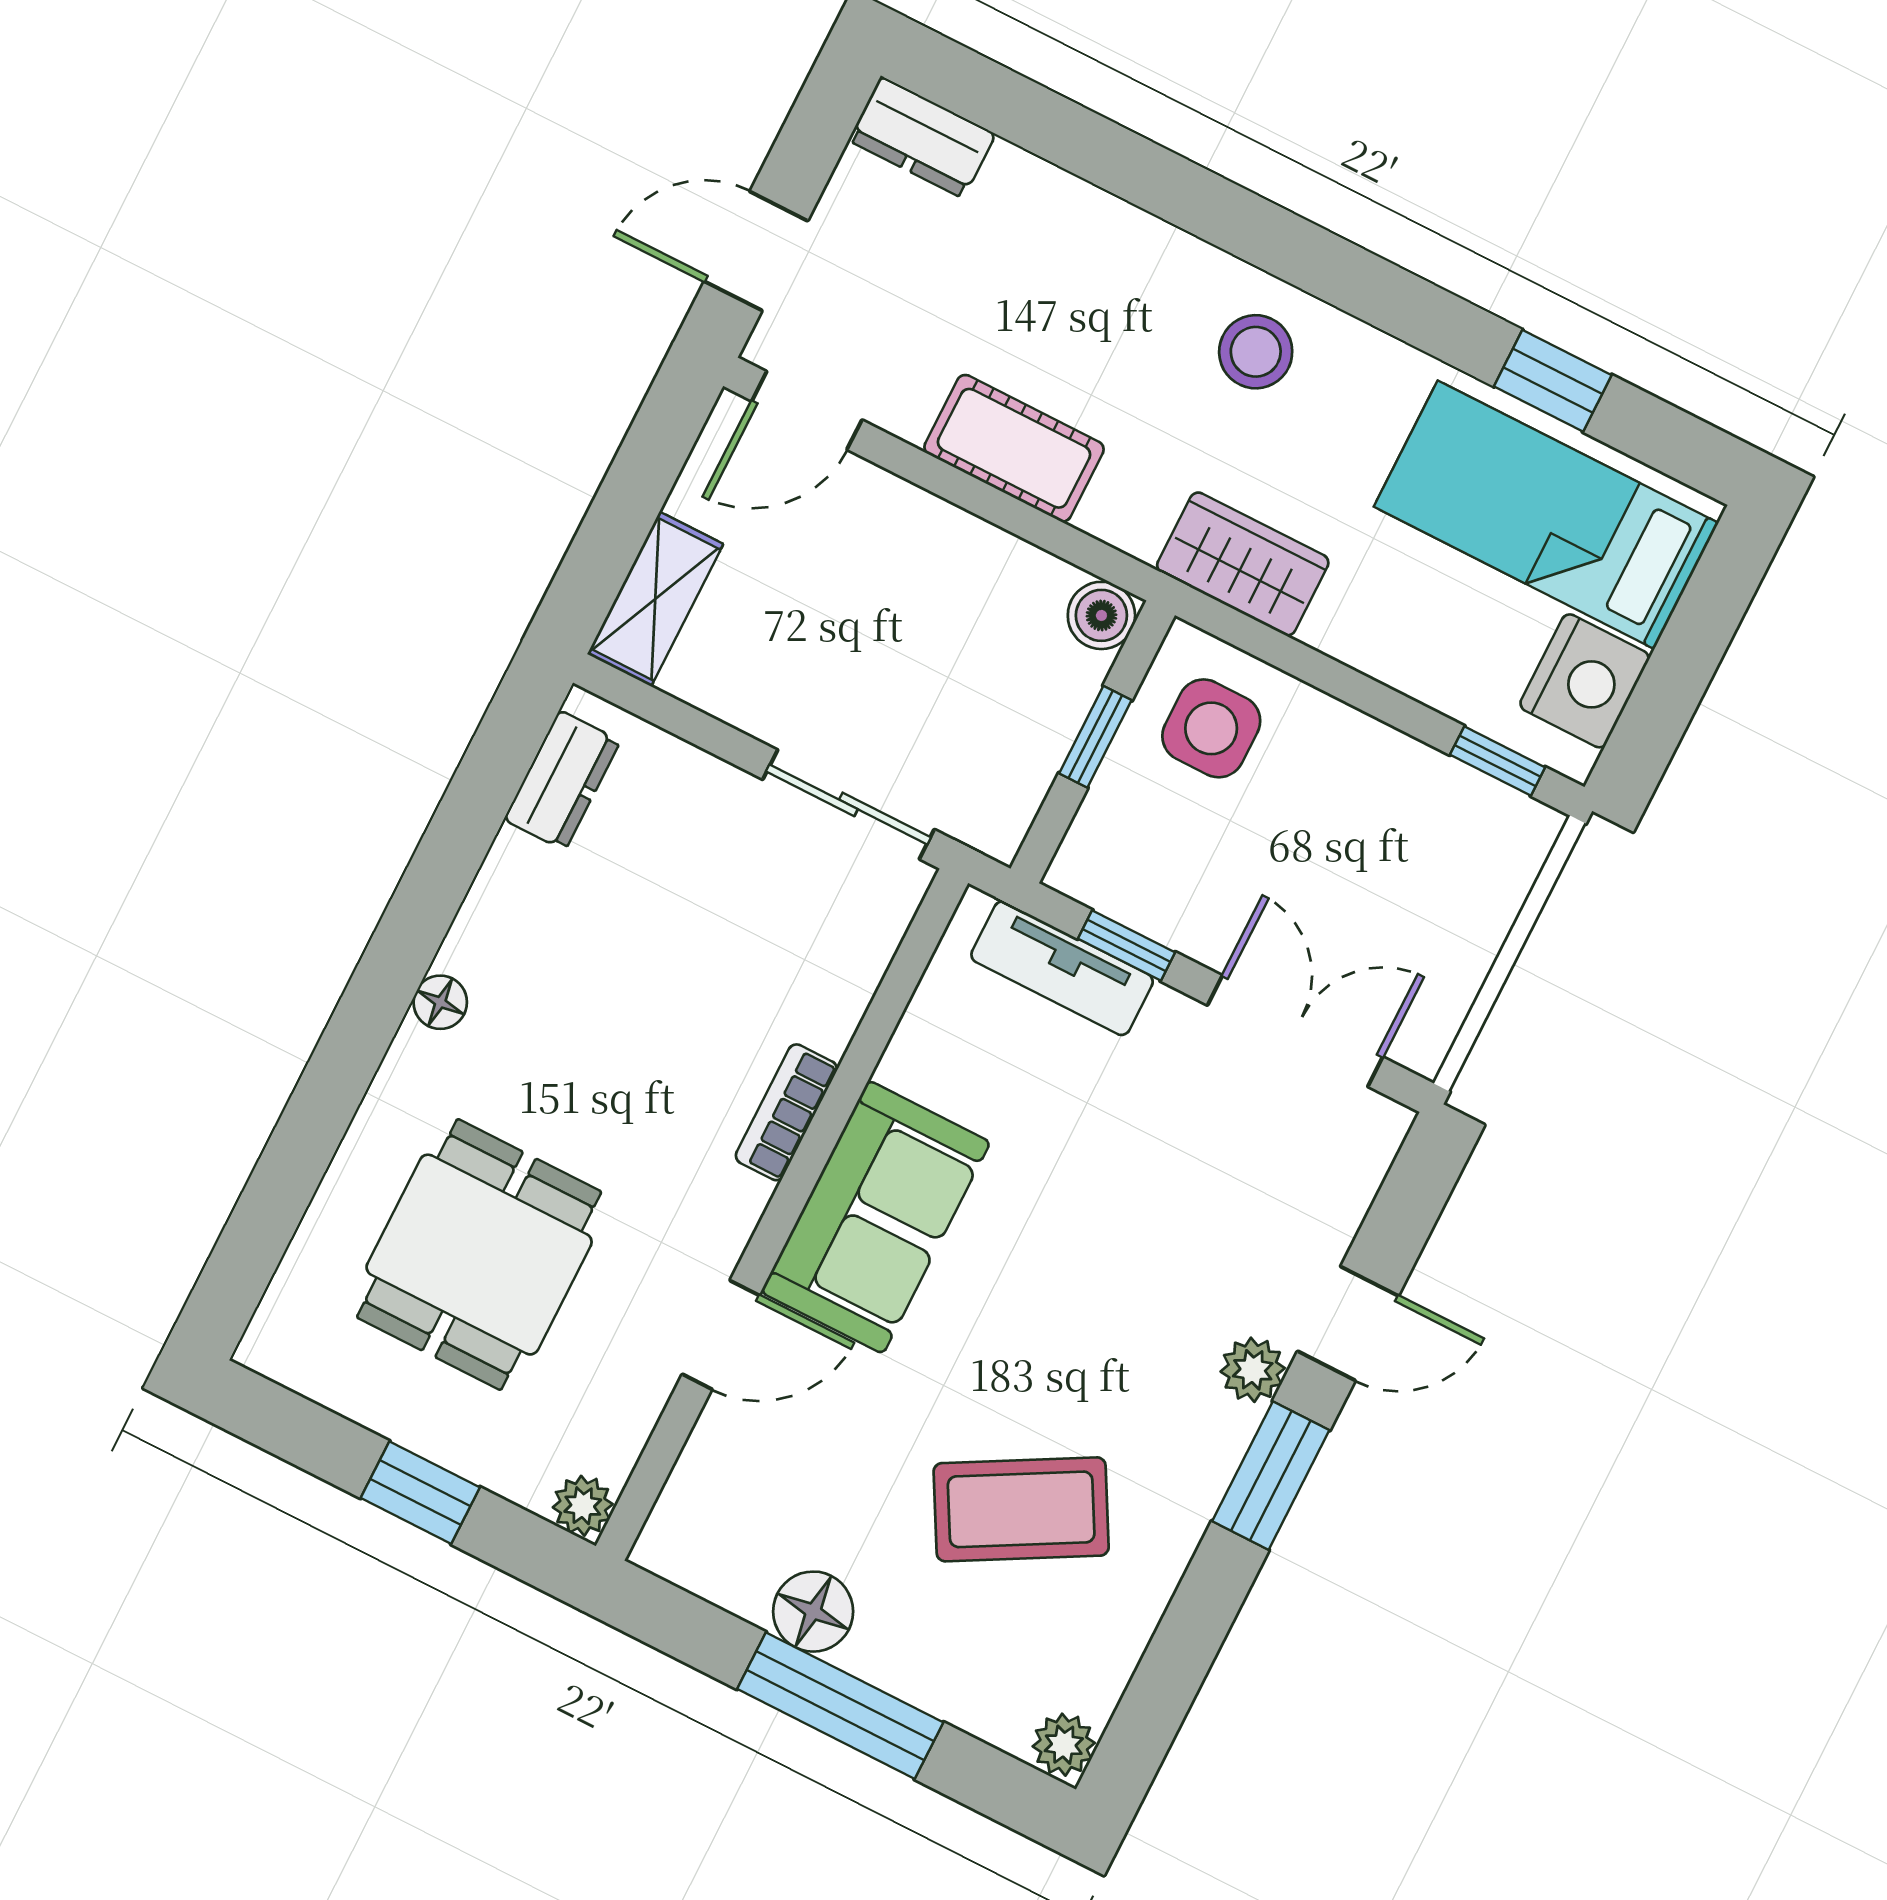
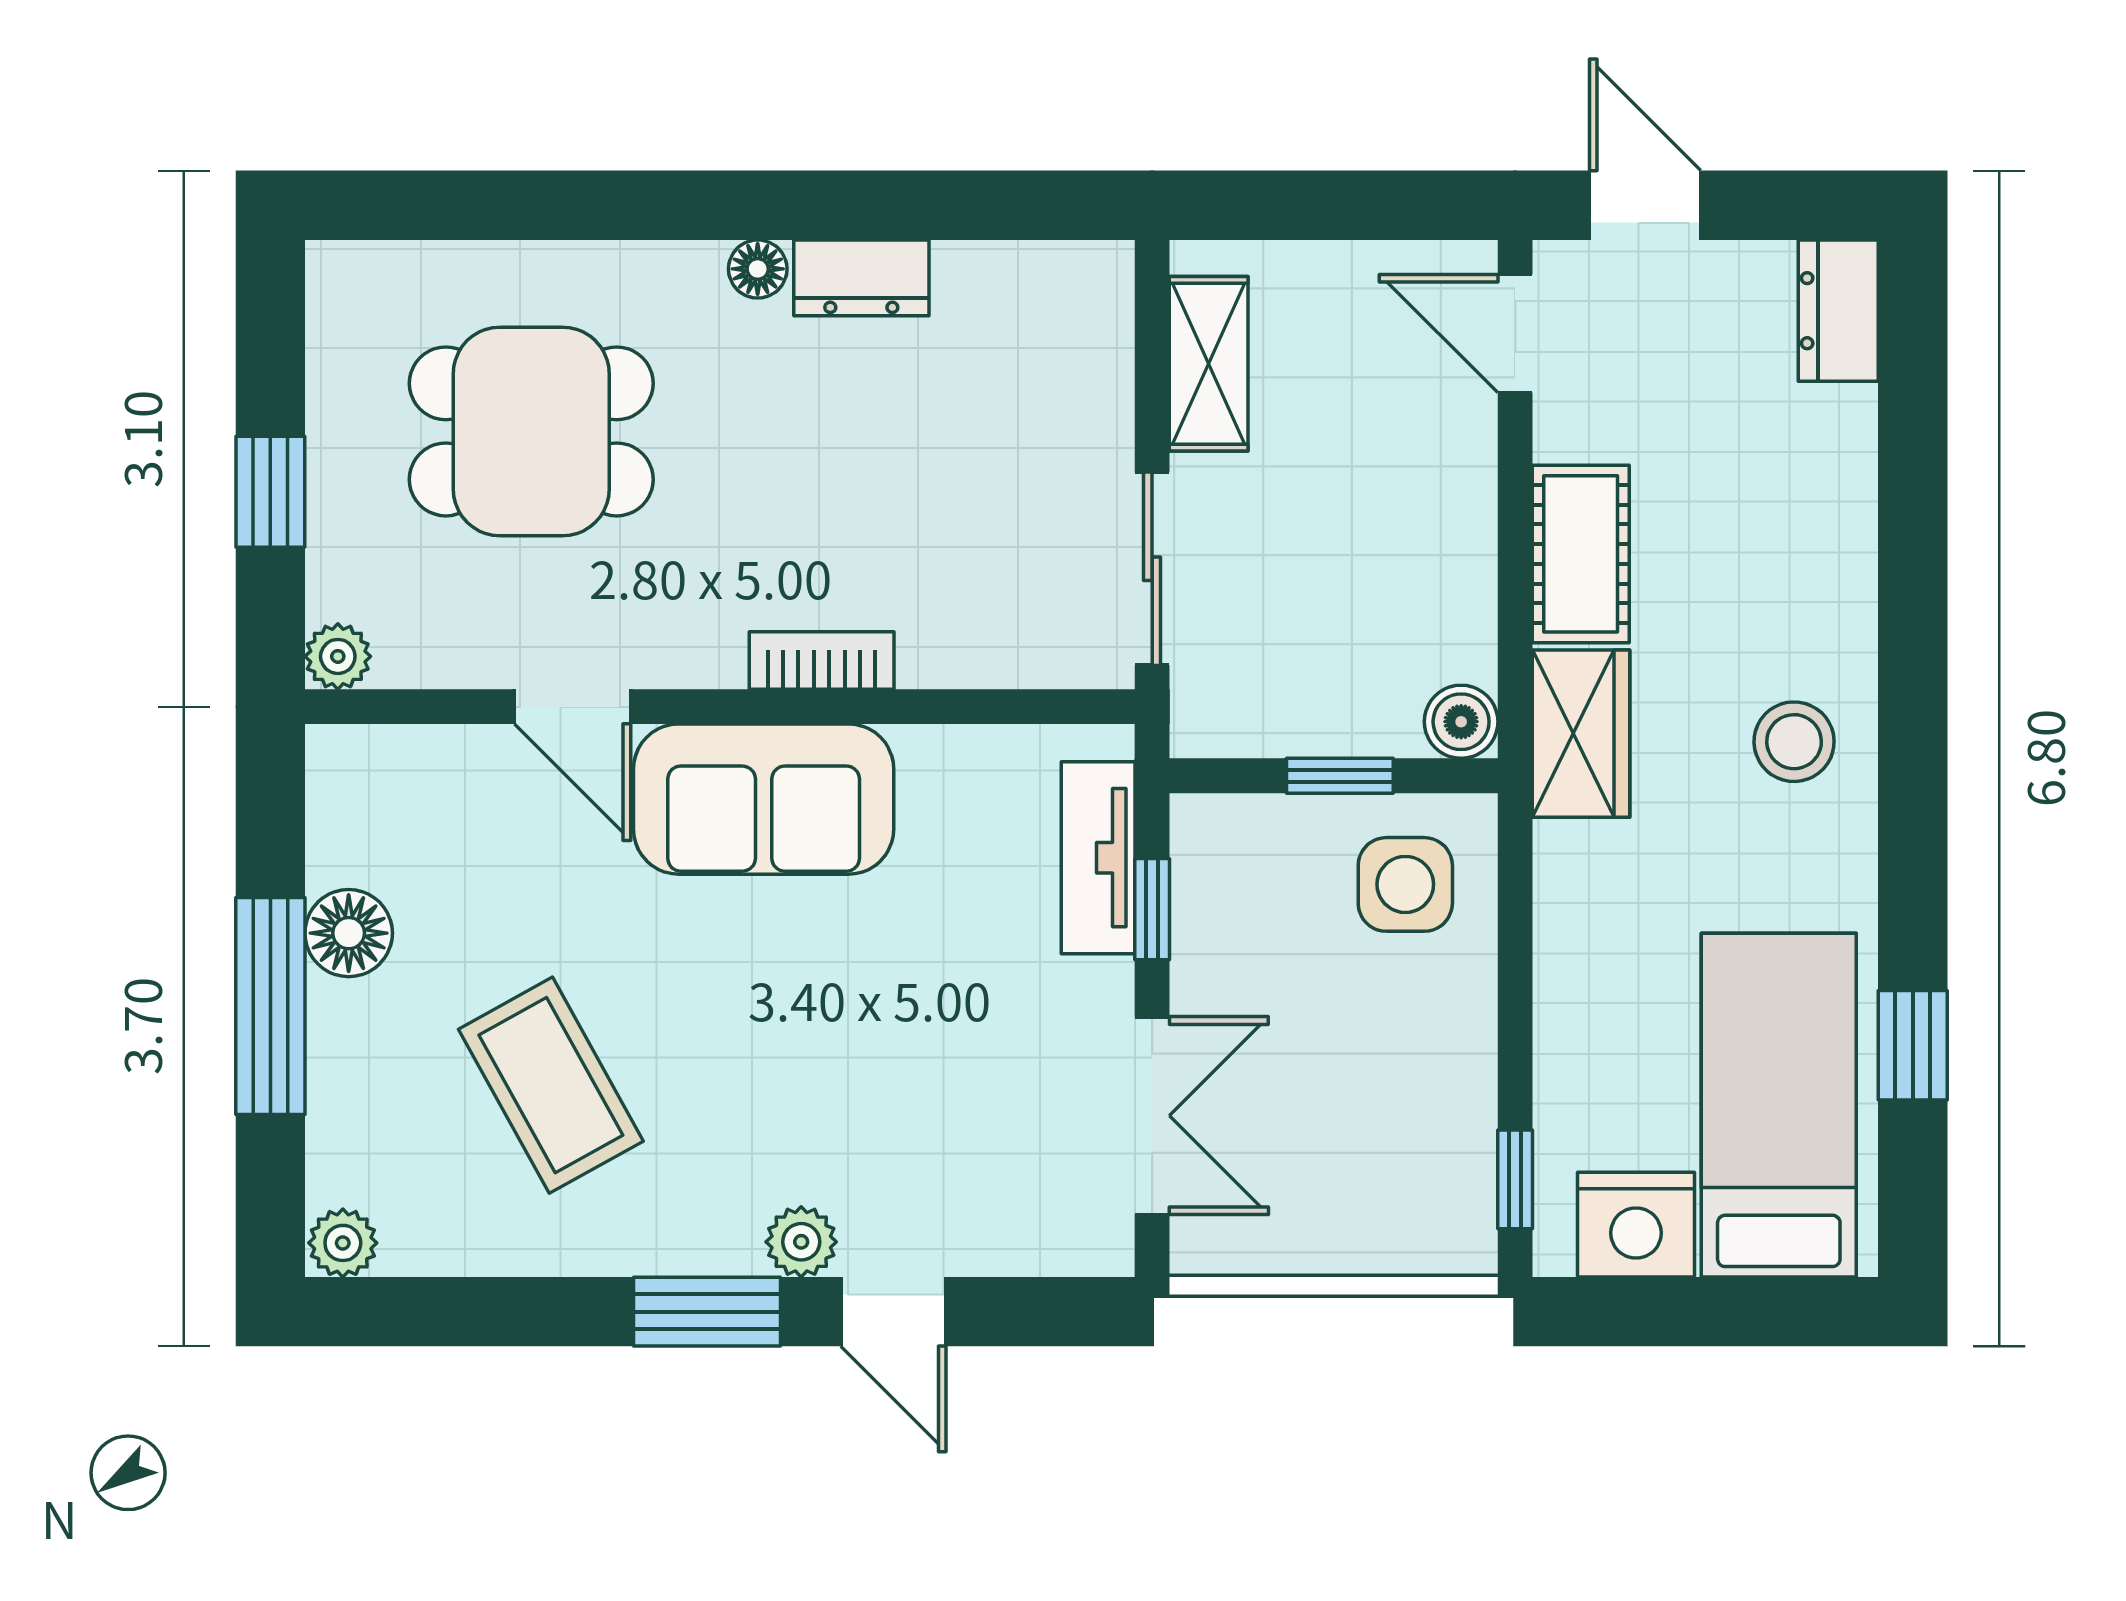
wardrobe: (1243, 564) -> (1581, 734), moved
shelving: (655, 599) -> (1209, 364), moved, turned 90
dresser: (562, 780) -> (861, 278), moved

